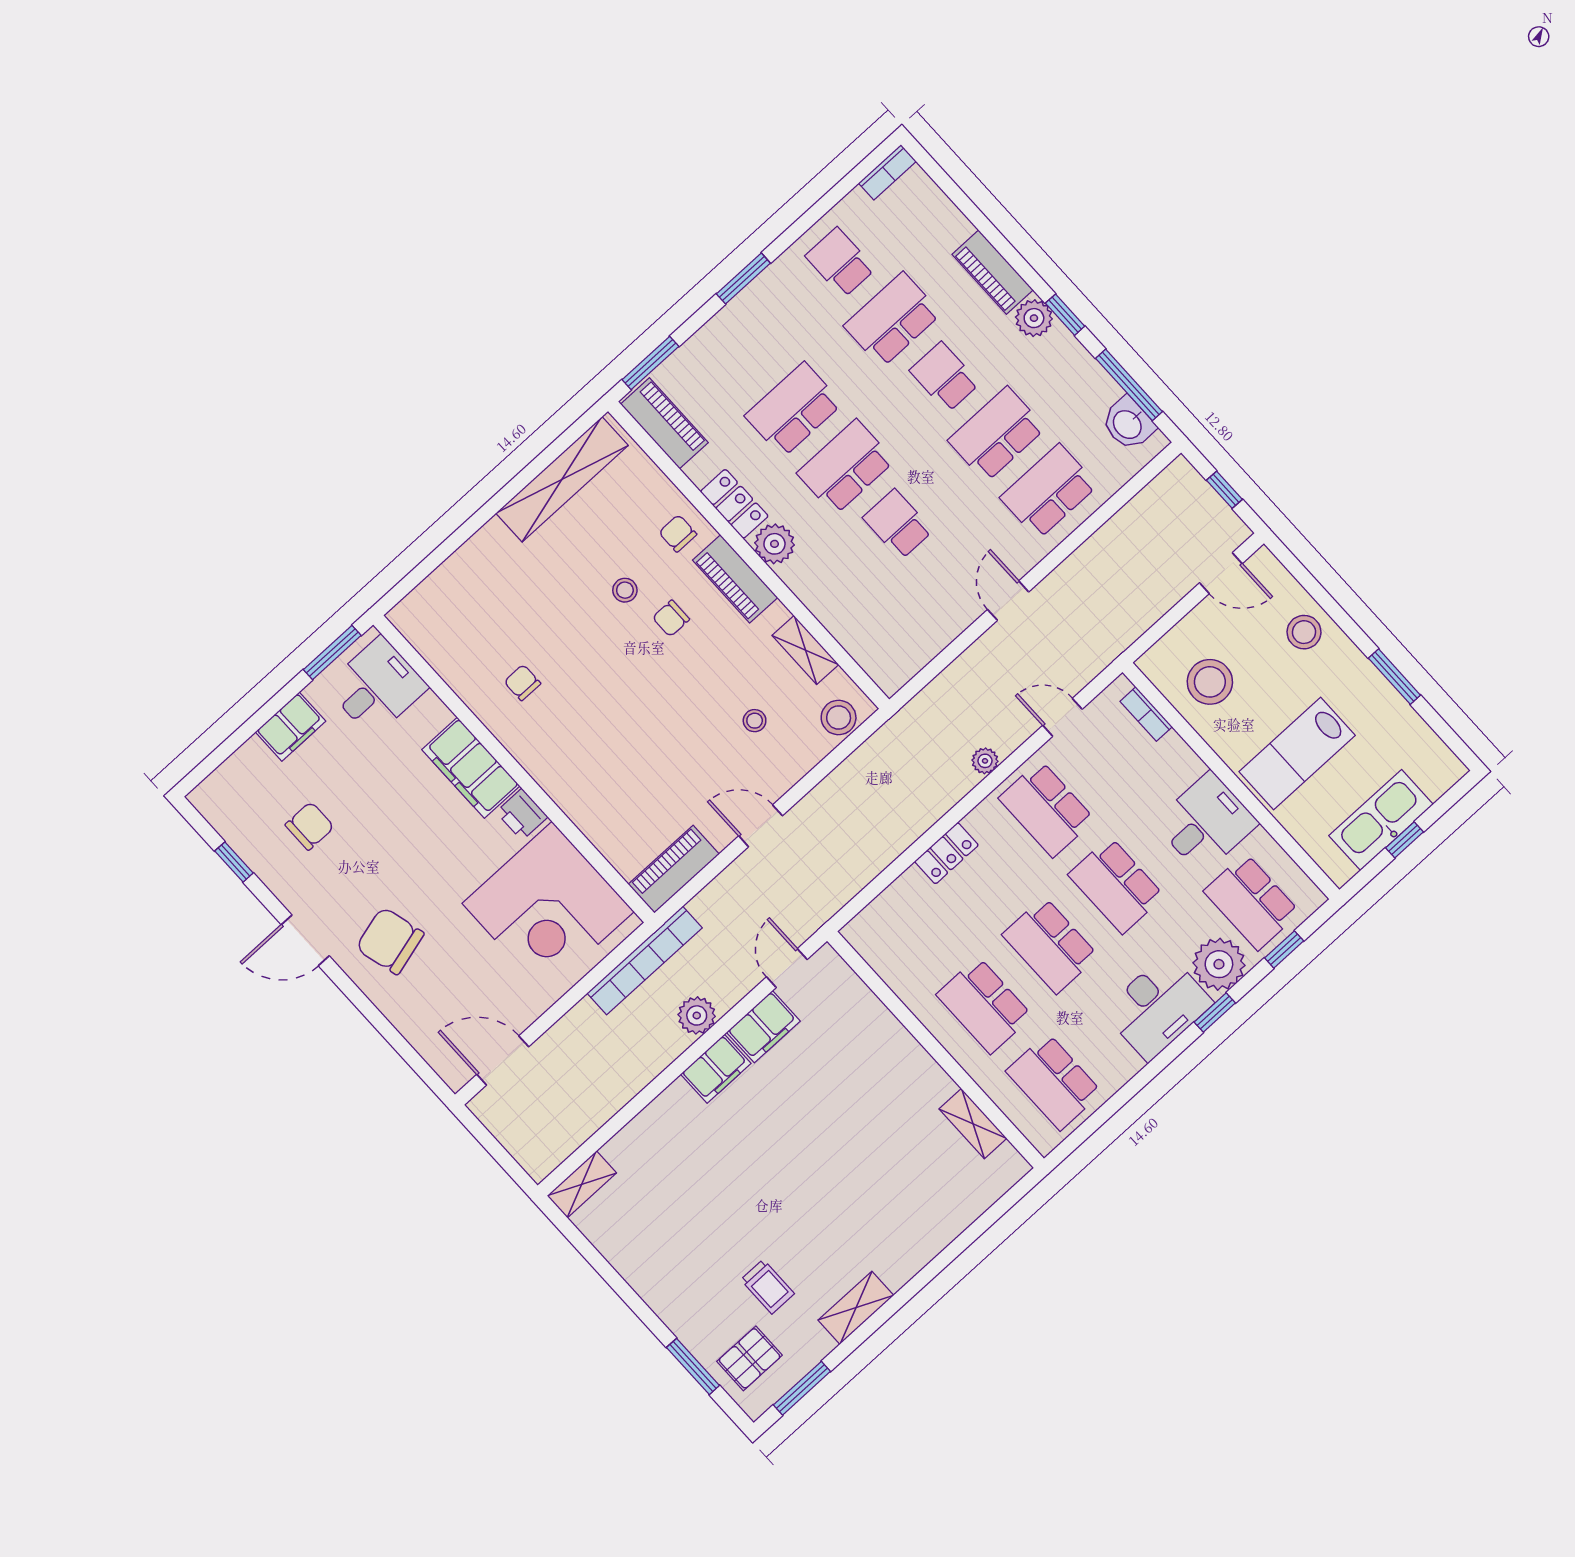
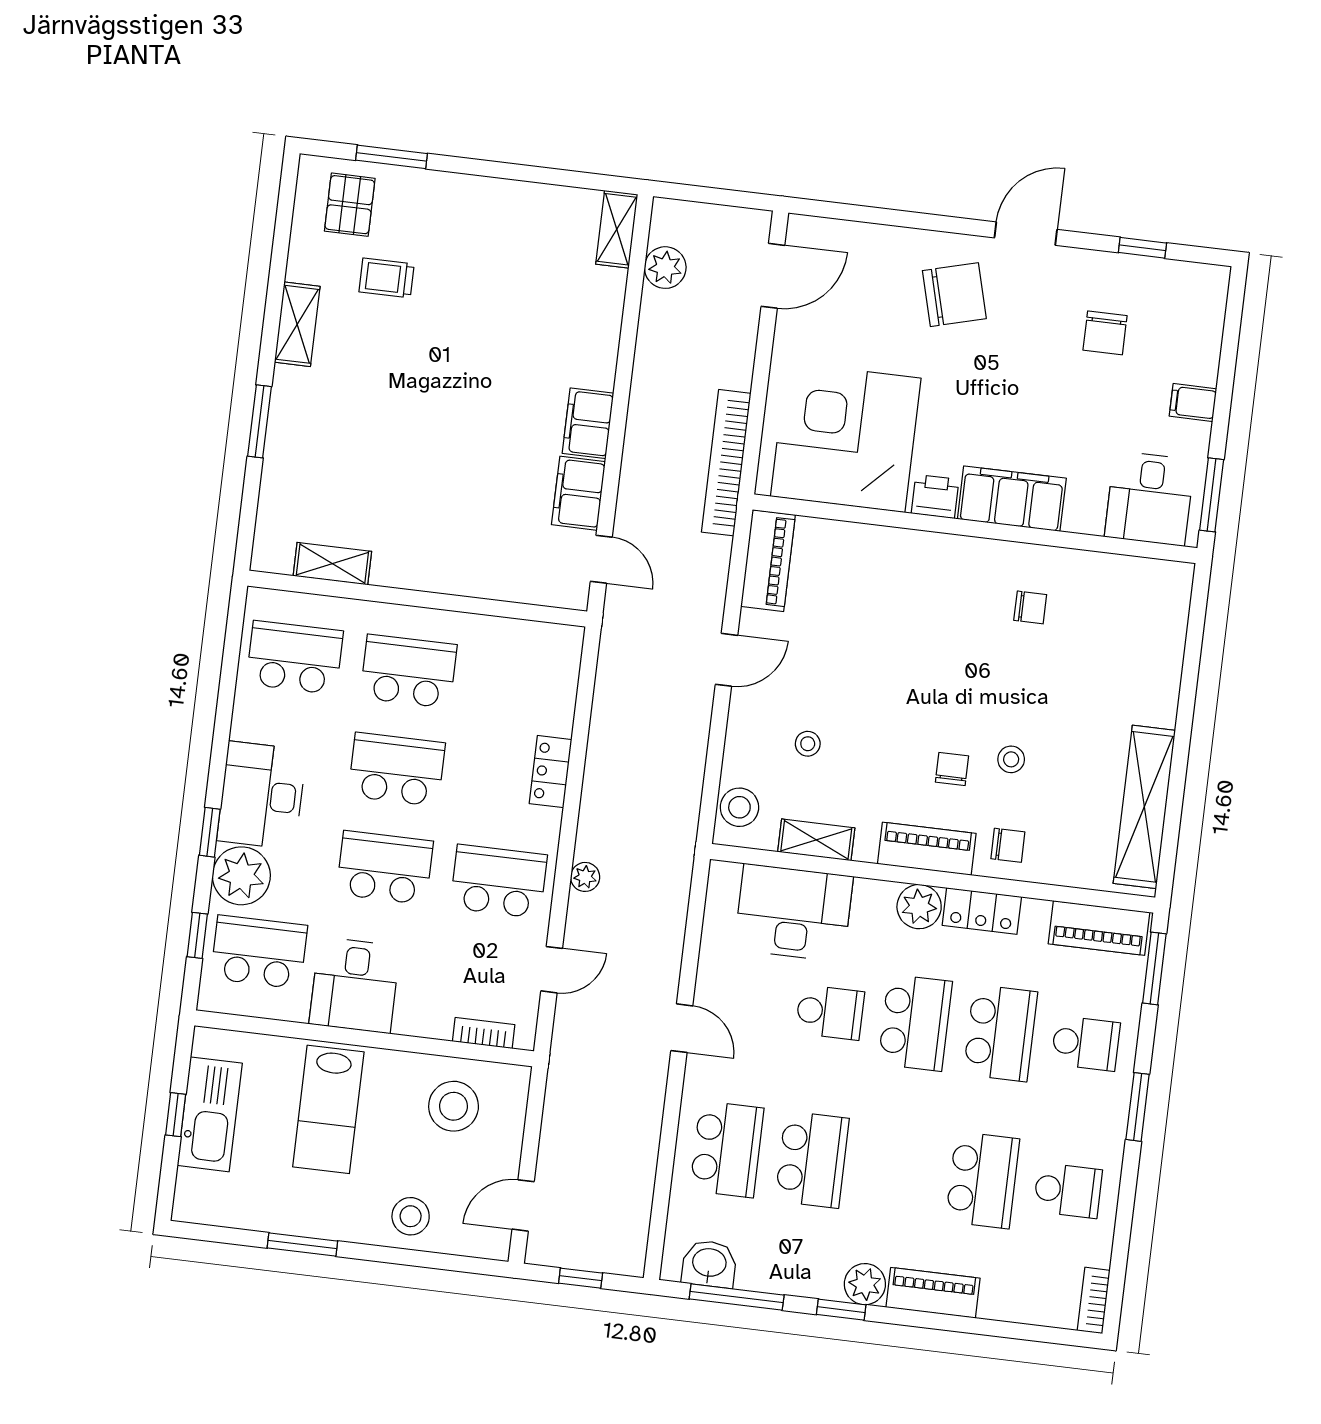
school desk: (944, 377) -> (1086, 1043), moved
desk: (864, 614) -> (794, 913), added
filing cabinet: (291, 727) -> (1193, 403), width x0.50
lab bench: (1297, 754) -> (328, 1109), turned 180
plant: (697, 1015) -> (665, 268), moved
window: (802, 1388) -> (259, 421), moved

